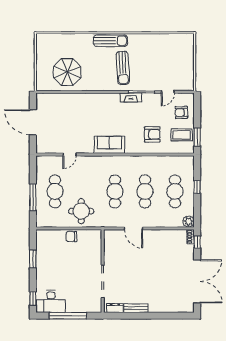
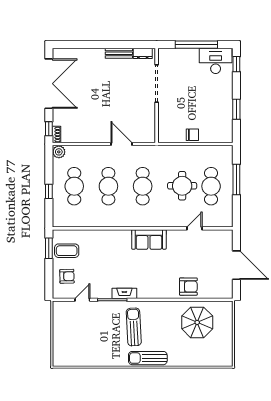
armchair: (152, 134) -> (188, 287), moved, turned 180
round table: (81, 211) -> (182, 186), moved
double door: (197, 281) -> (49, 84), swing flipped

